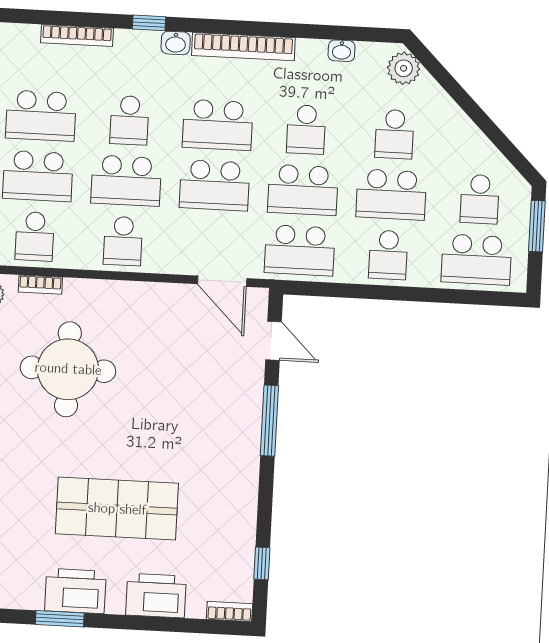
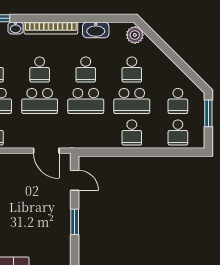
washbasin: (342, 51) -> (96, 30), width x1.91, depth x1.45
school desk: (218, 125) -> (40, 69), width x0.54
school desk: (300, 250) -> (86, 132), removed
school desk: (476, 260) -> (178, 132), width x0.54
window: (269, 421) -> (75, 222), width x0.69

